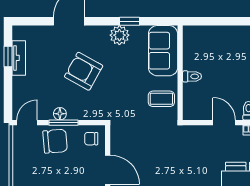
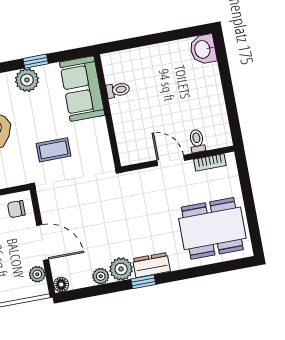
toilet: (192, 76) -> (118, 90), moved
coffee table: (161, 99) -> (54, 150), moved

